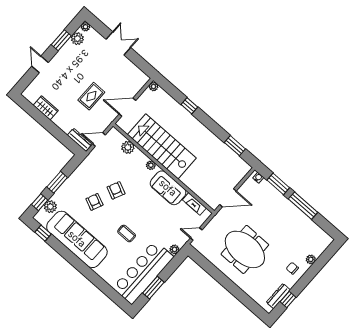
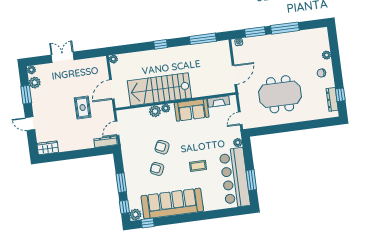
window: (189, 106) -> (161, 44), moved
wardrobe: (46, 108) -> (48, 148), moved
window: (235, 146) -> (203, 39), width x1.44
plant: (128, 147) -> (155, 111), moved
plant: (50, 207) -> (135, 215), moved

